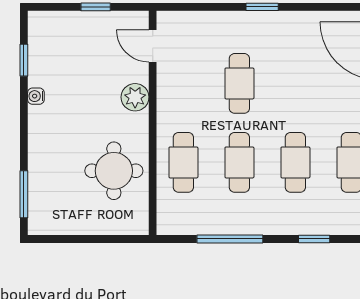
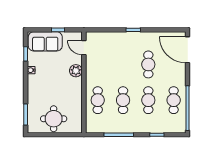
sofa: (67, 32) -> (45, 41), added
cafe table: (239, 83) -> (148, 64), moved
round table: (114, 171) -> (54, 119), moved

